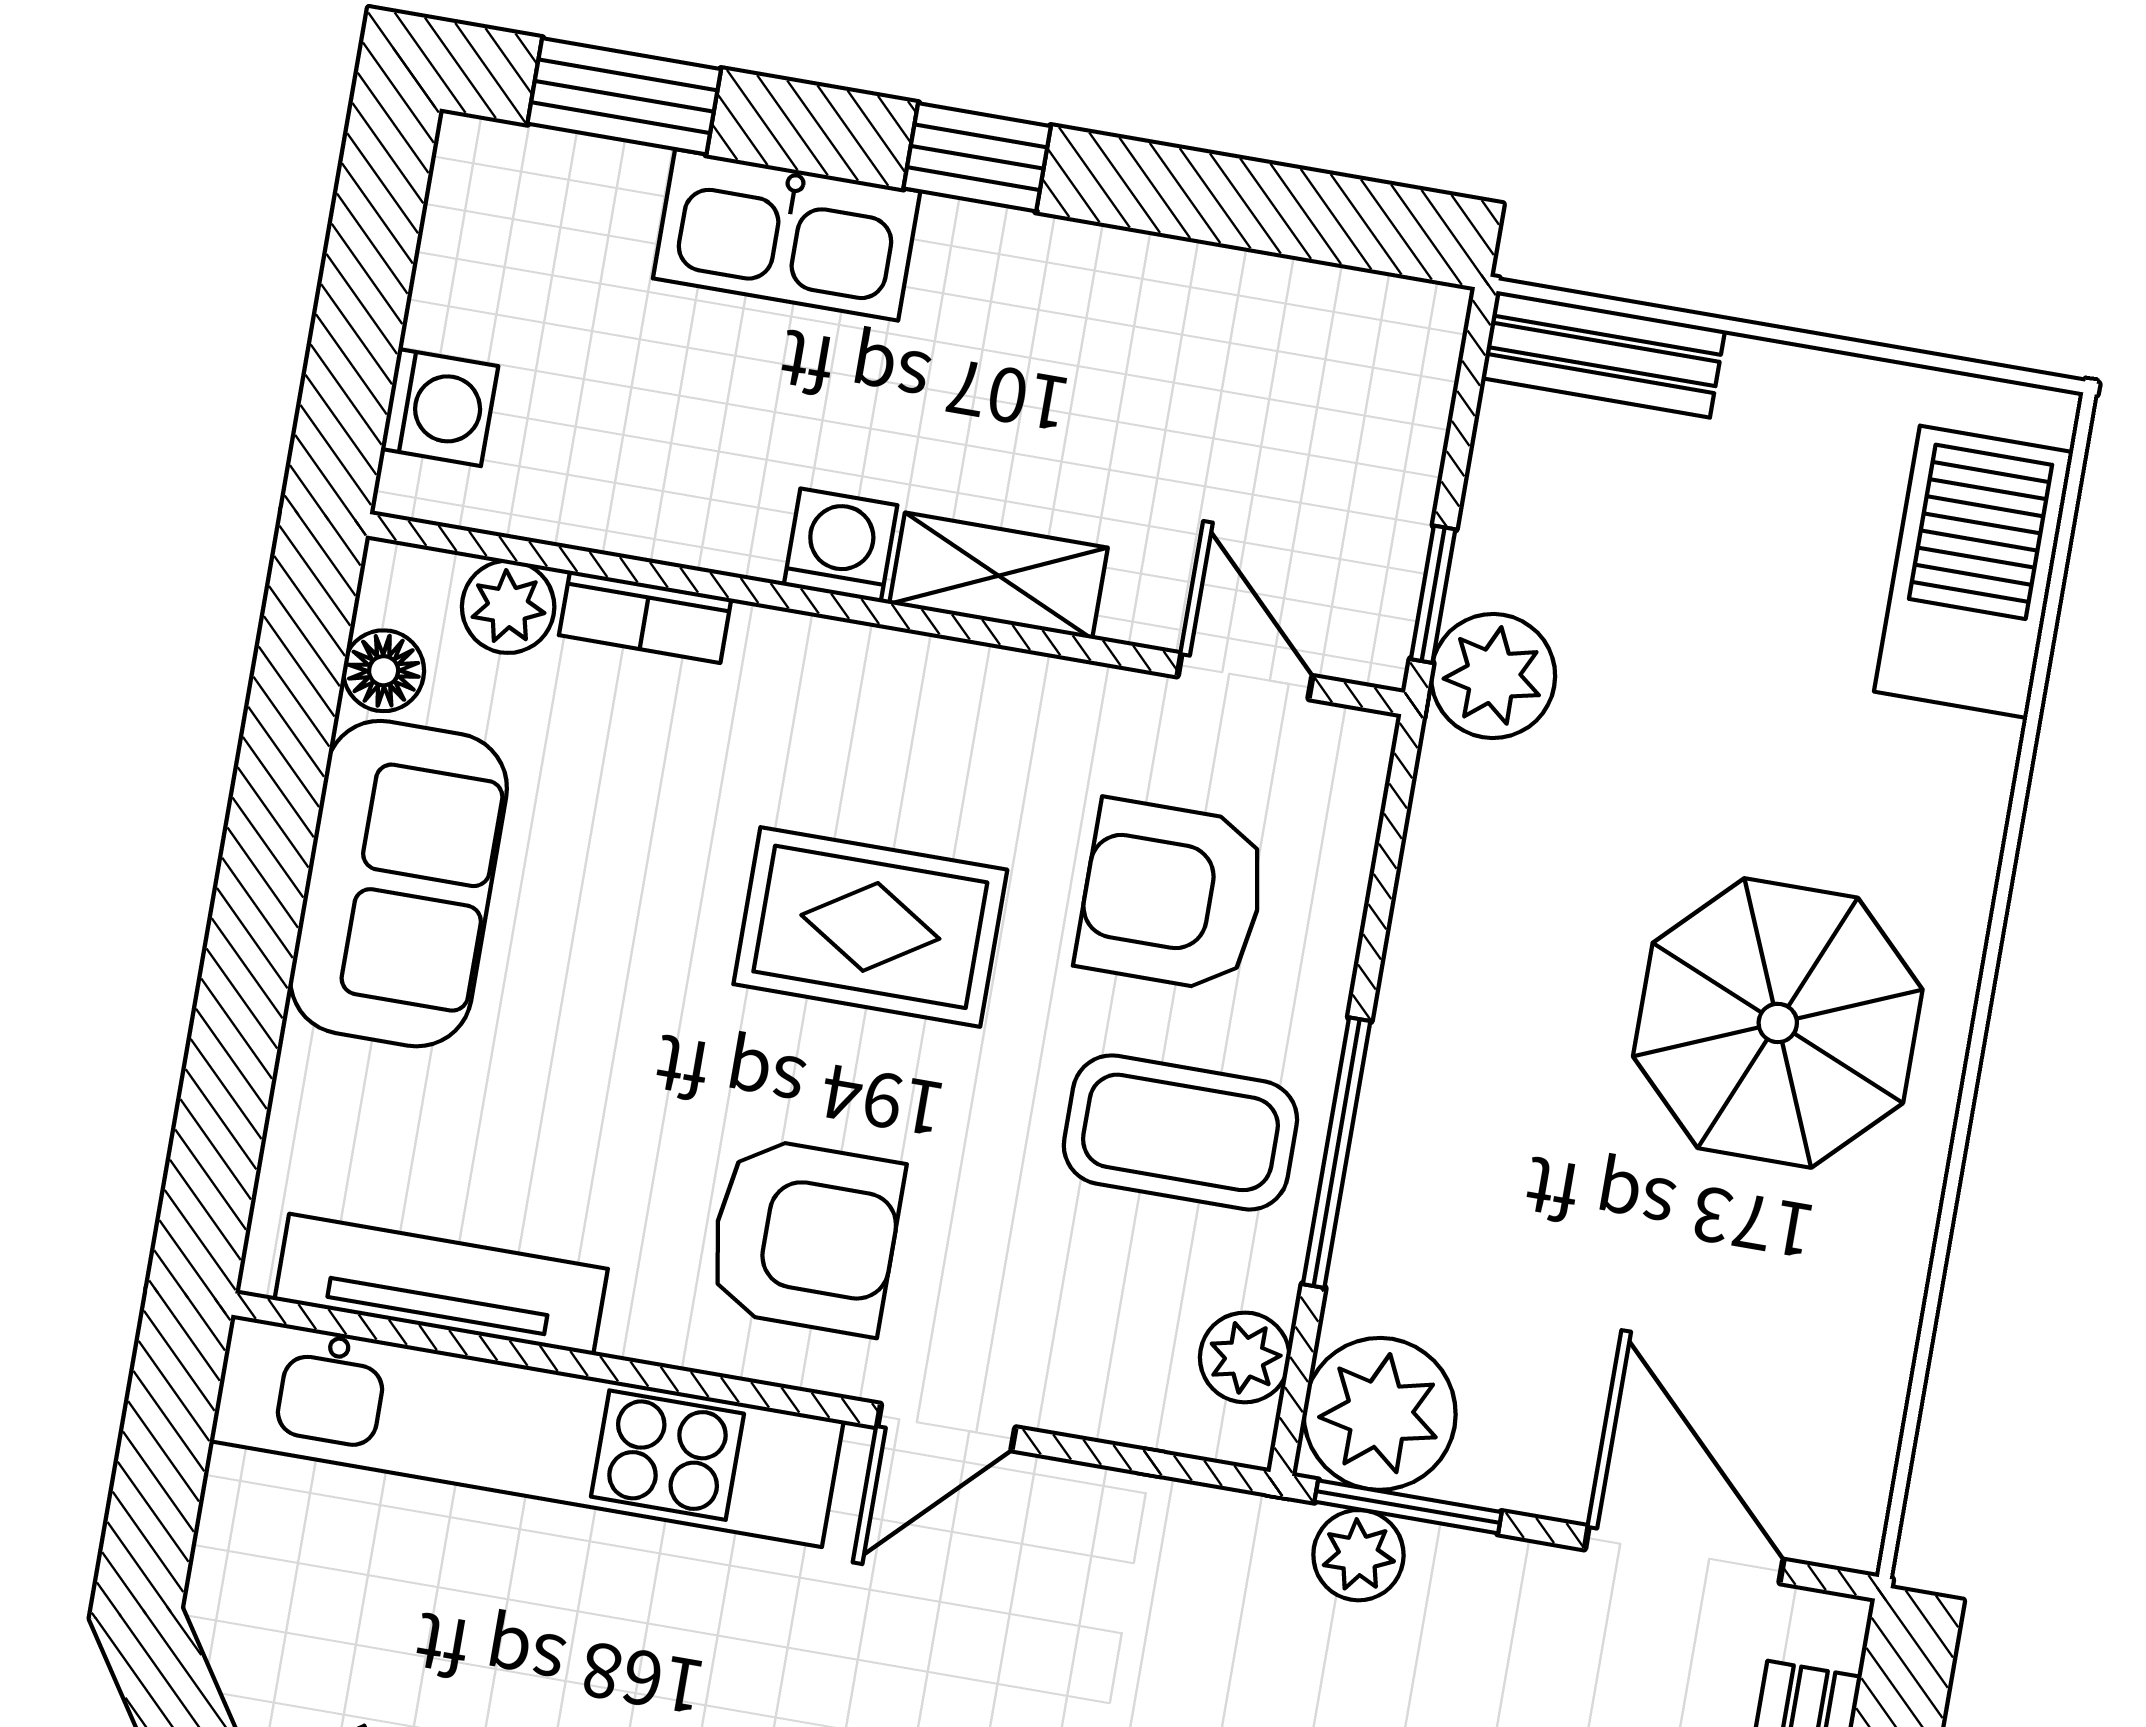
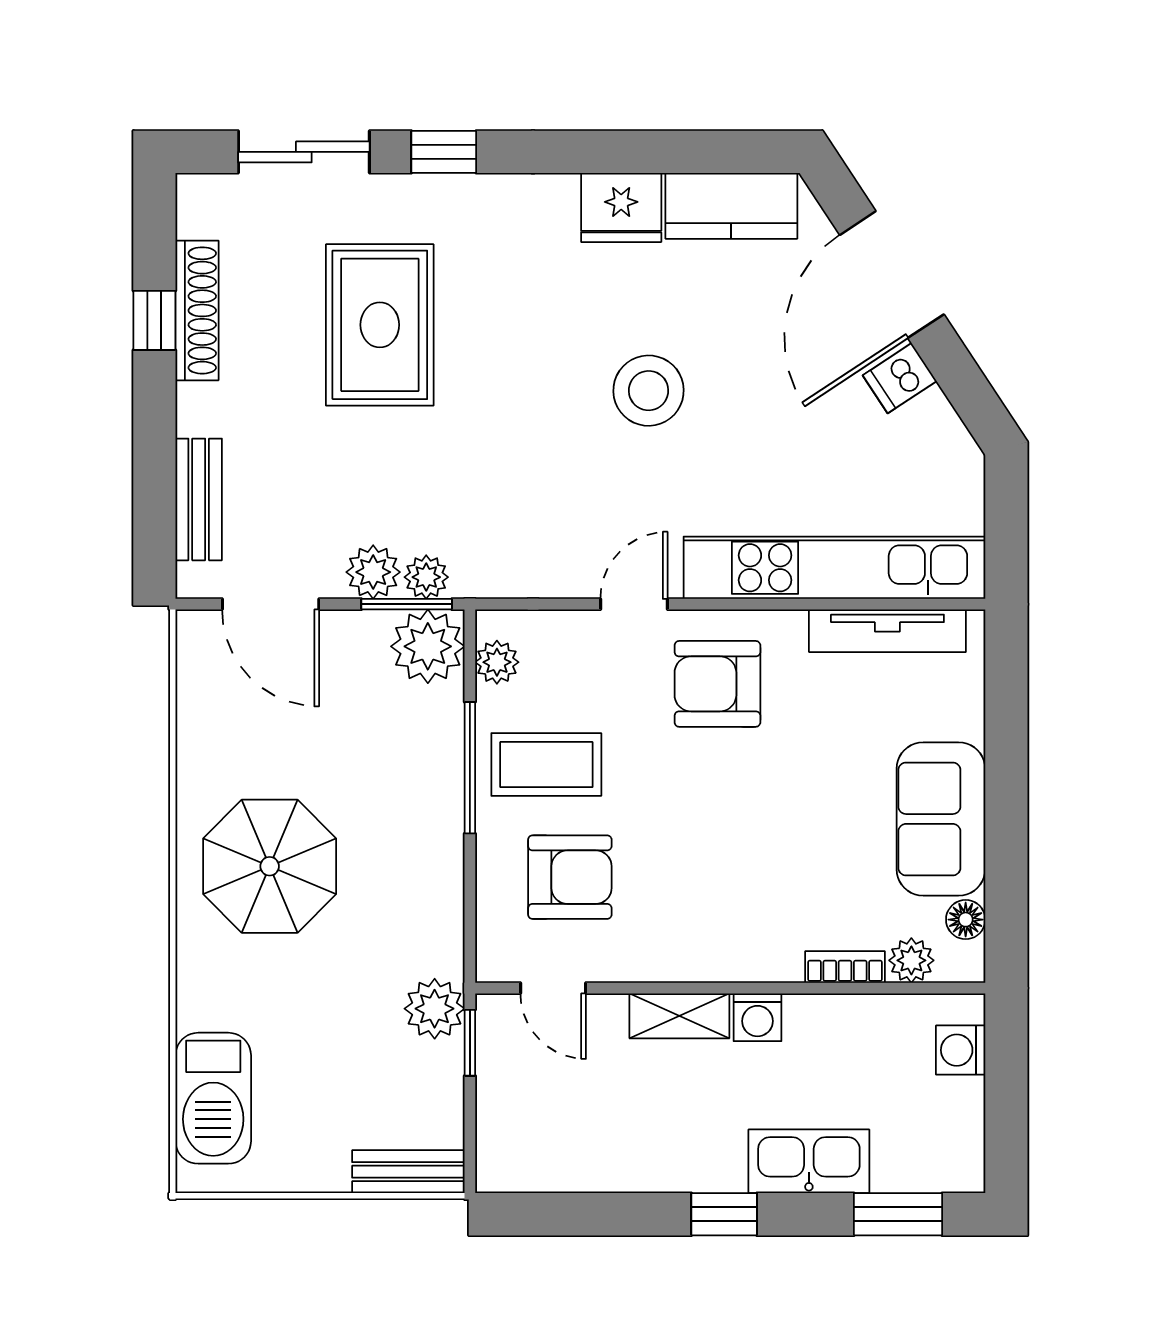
rug: (870, 927) -> (712, 837), removed
plant: (1464, 1584) -> (373, 572), added

